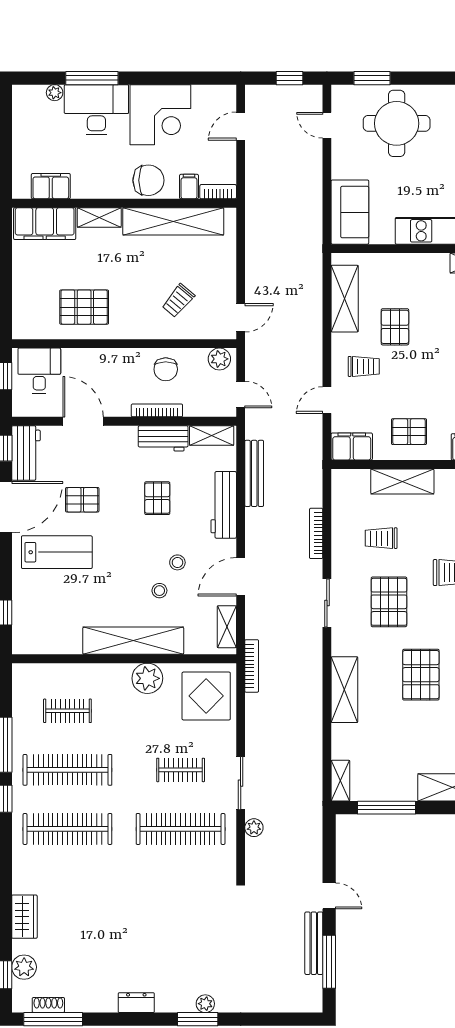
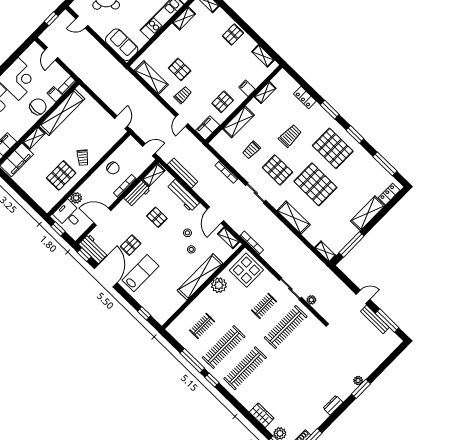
trolley: (178, 301) -> (83, 158), moved
plant: (219, 359) -> (76, 198), moved
pallet: (421, 675) -> (315, 184), width x1.37, depth x1.41

